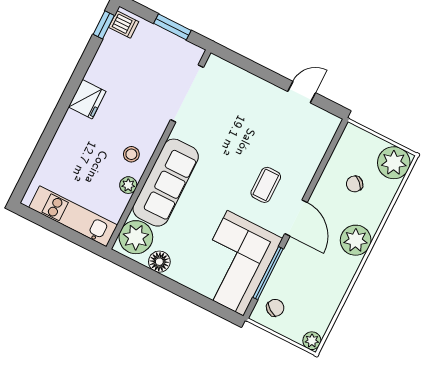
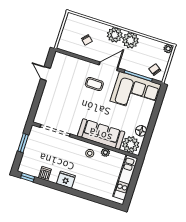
dishwasher: (124, 25) -> (45, 174), moved
plant: (394, 163) -> (130, 40), moved

